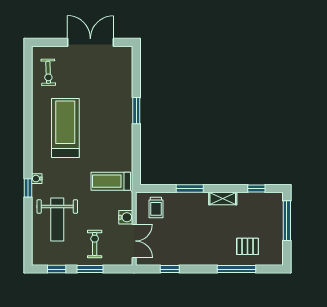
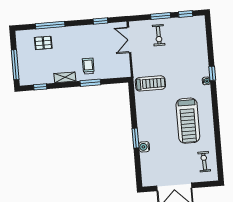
trolley: (156, 207) -> (88, 66), moved
water cooler: (126, 217) -> (144, 147), moved
weight bench: (57, 219) -> (188, 51), removed

